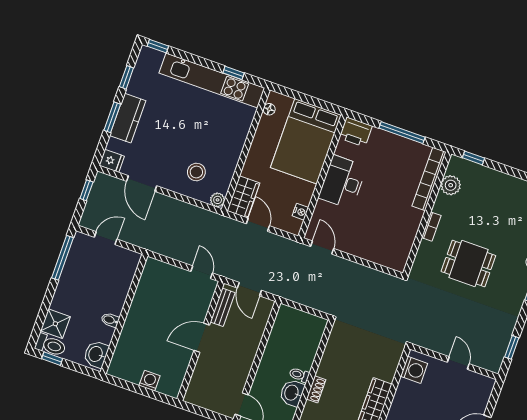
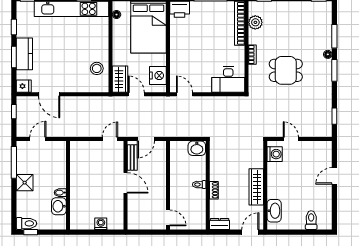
stool: (196, 172) -> (97, 68), moved
desk: (343, 182) -> (228, 79), moved, turned -90
plant: (218, 200) -> (103, 87), removed
nightstand: (300, 212) -> (158, 76), width x1.89, depth x1.79
door: (202, 272) -> (110, 139), hinge flipped
door: (249, 289) -> (146, 139), hinge flipped
shower: (55, 324) -> (25, 183), moved
door: (202, 338) -> (125, 183), swing flipped
washbasin: (96, 354) -> (59, 206), moved
door: (458, 363) -> (291, 139), moved
washbasin: (292, 393) -> (197, 148), moved, turned -90

